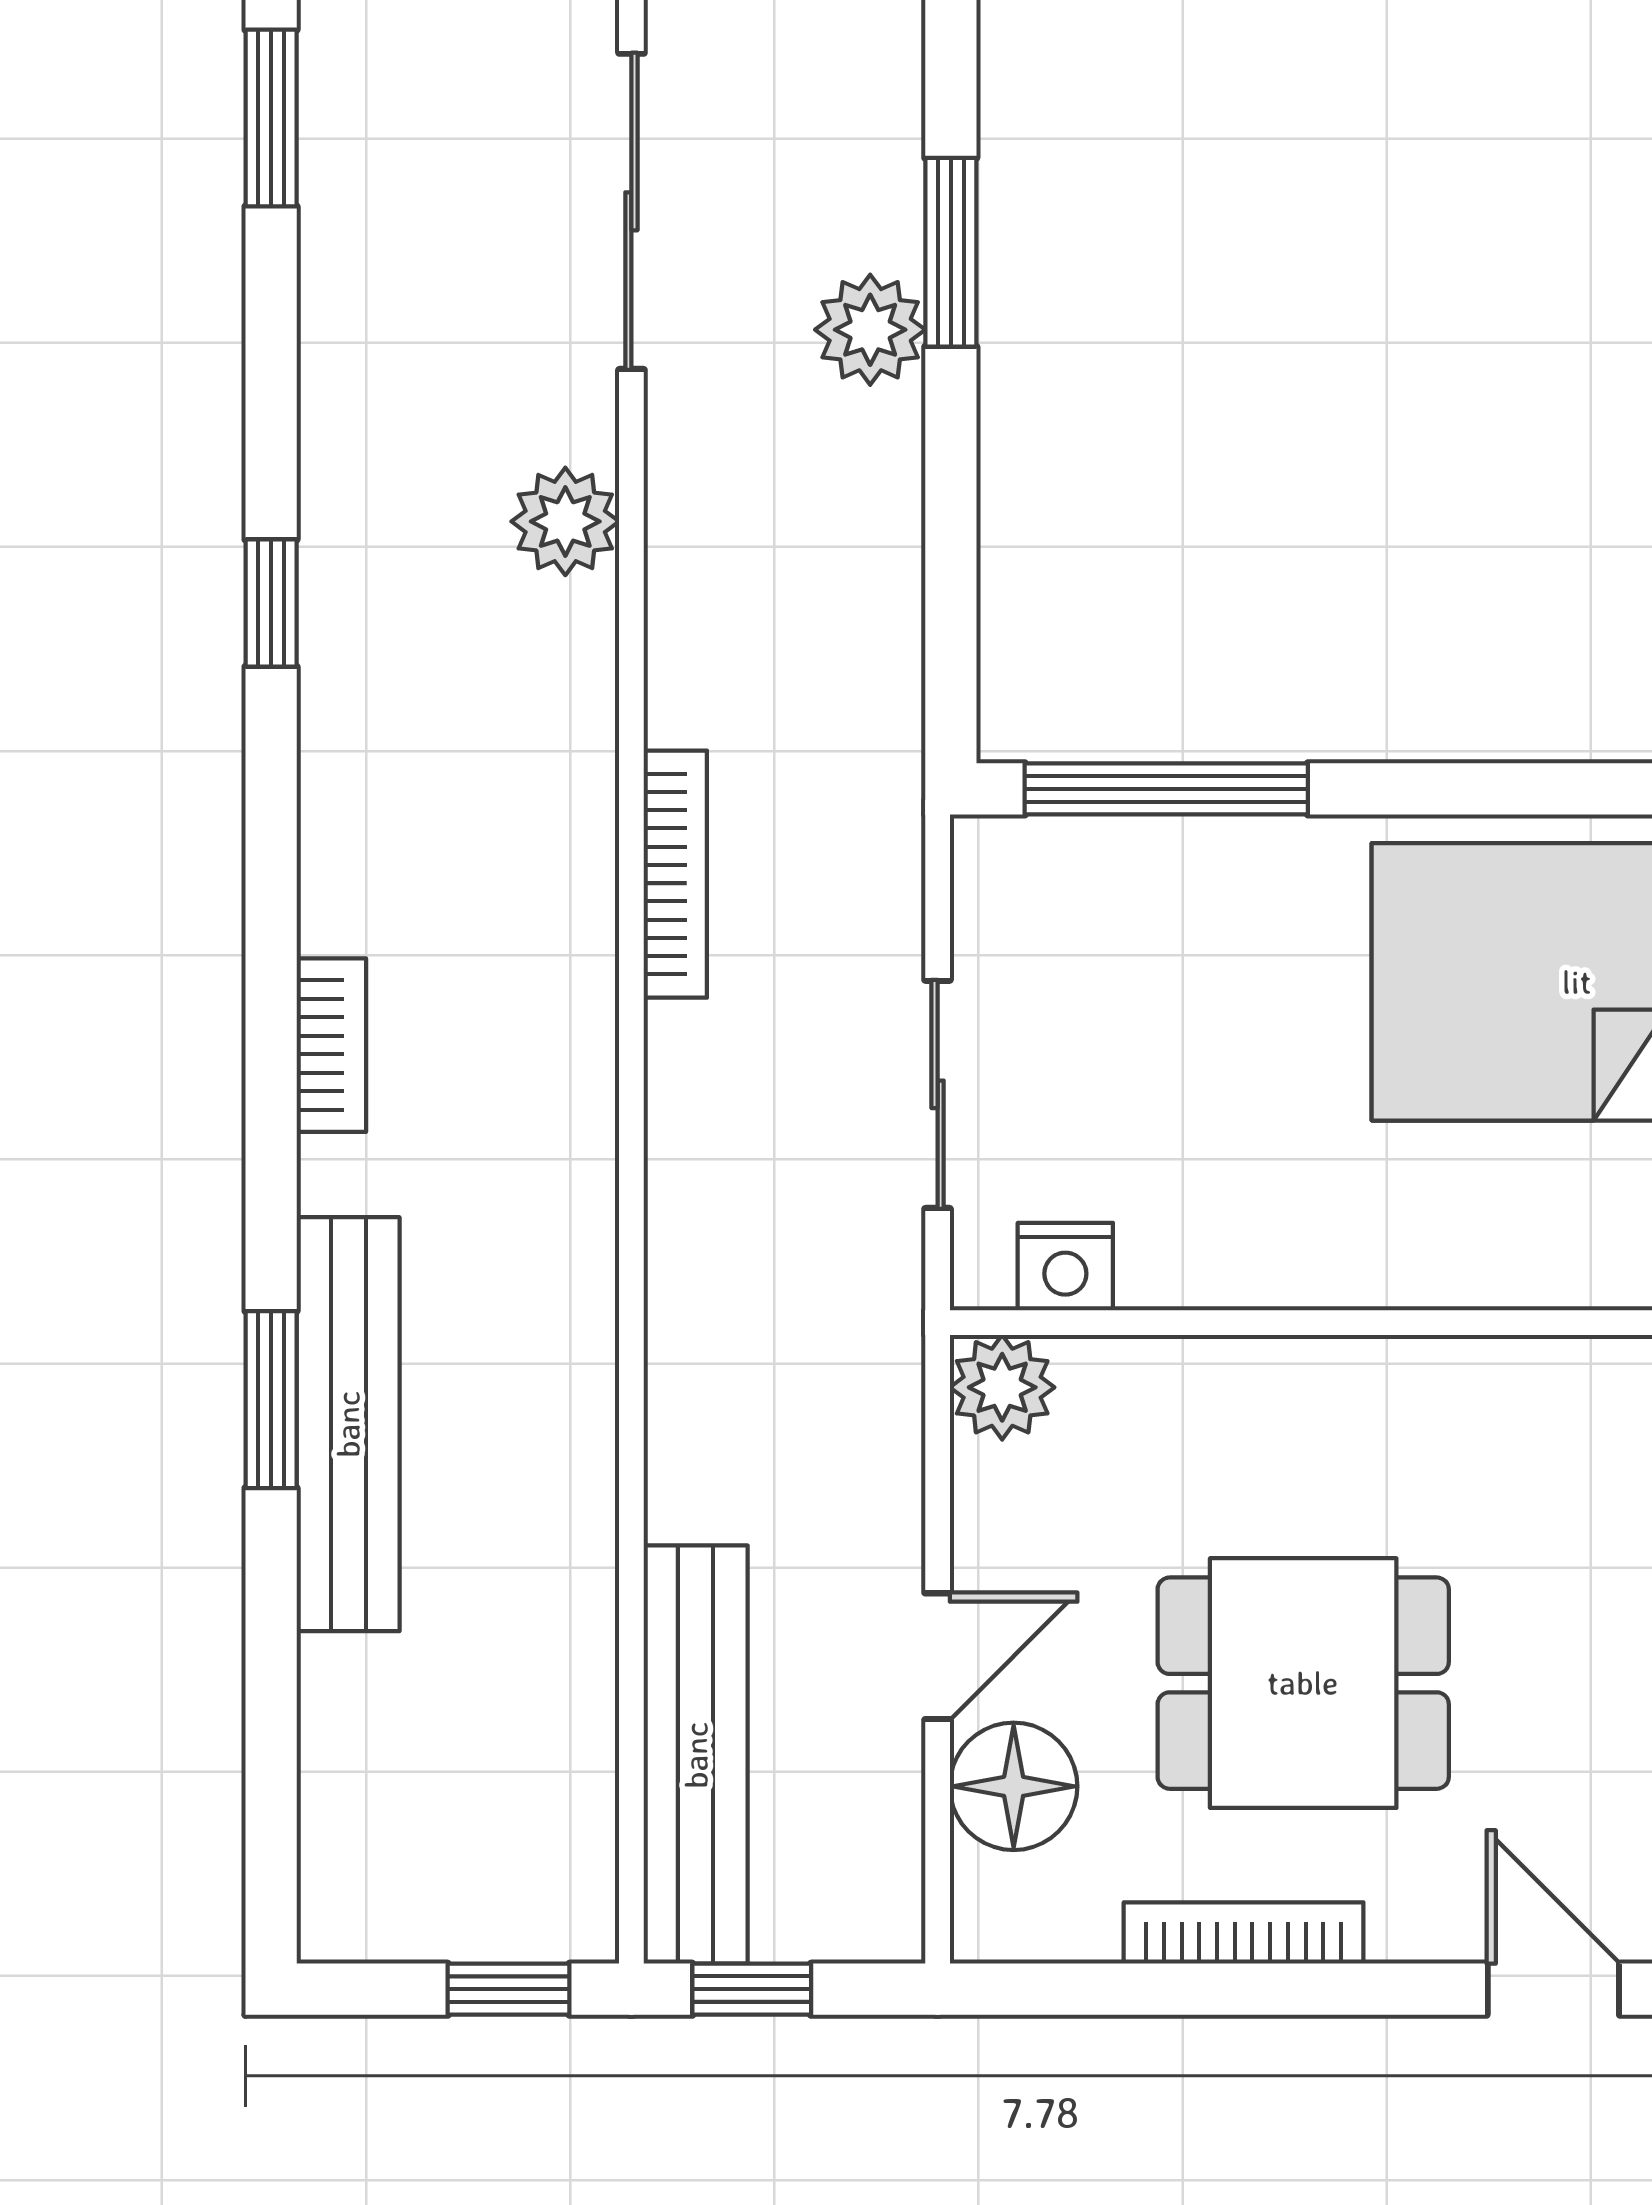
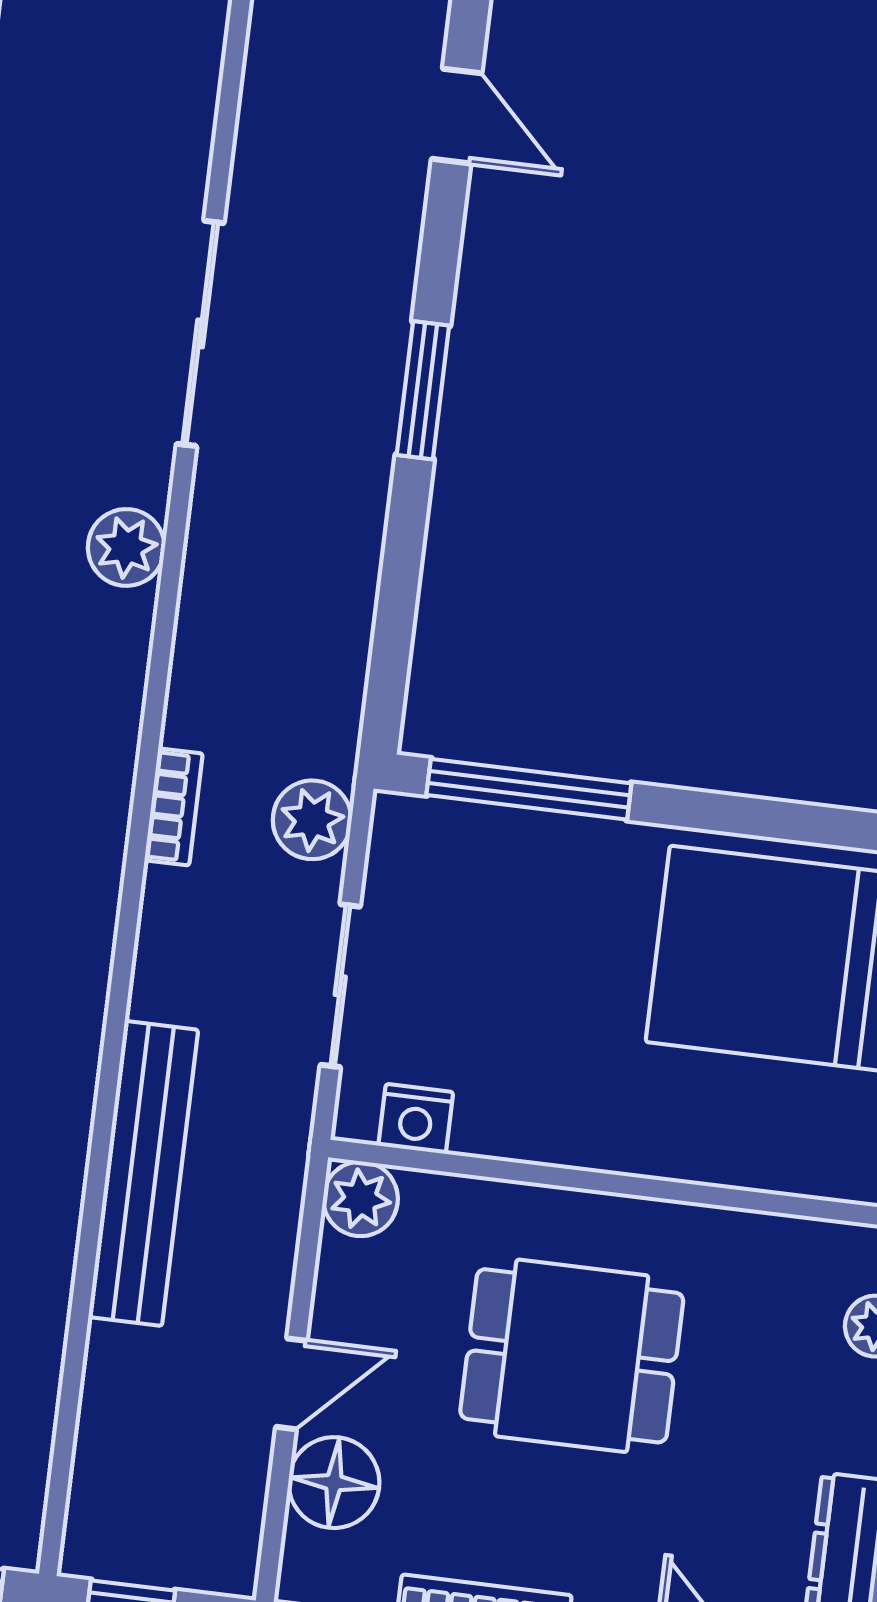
plant: (870, 330) -> (312, 820), moved
bookcase: (675, 874) -> (174, 807), width x0.64
dining table: (1303, 1683) -> (572, 1356), moved
bench: (696, 1755) -> (143, 1173), moved

